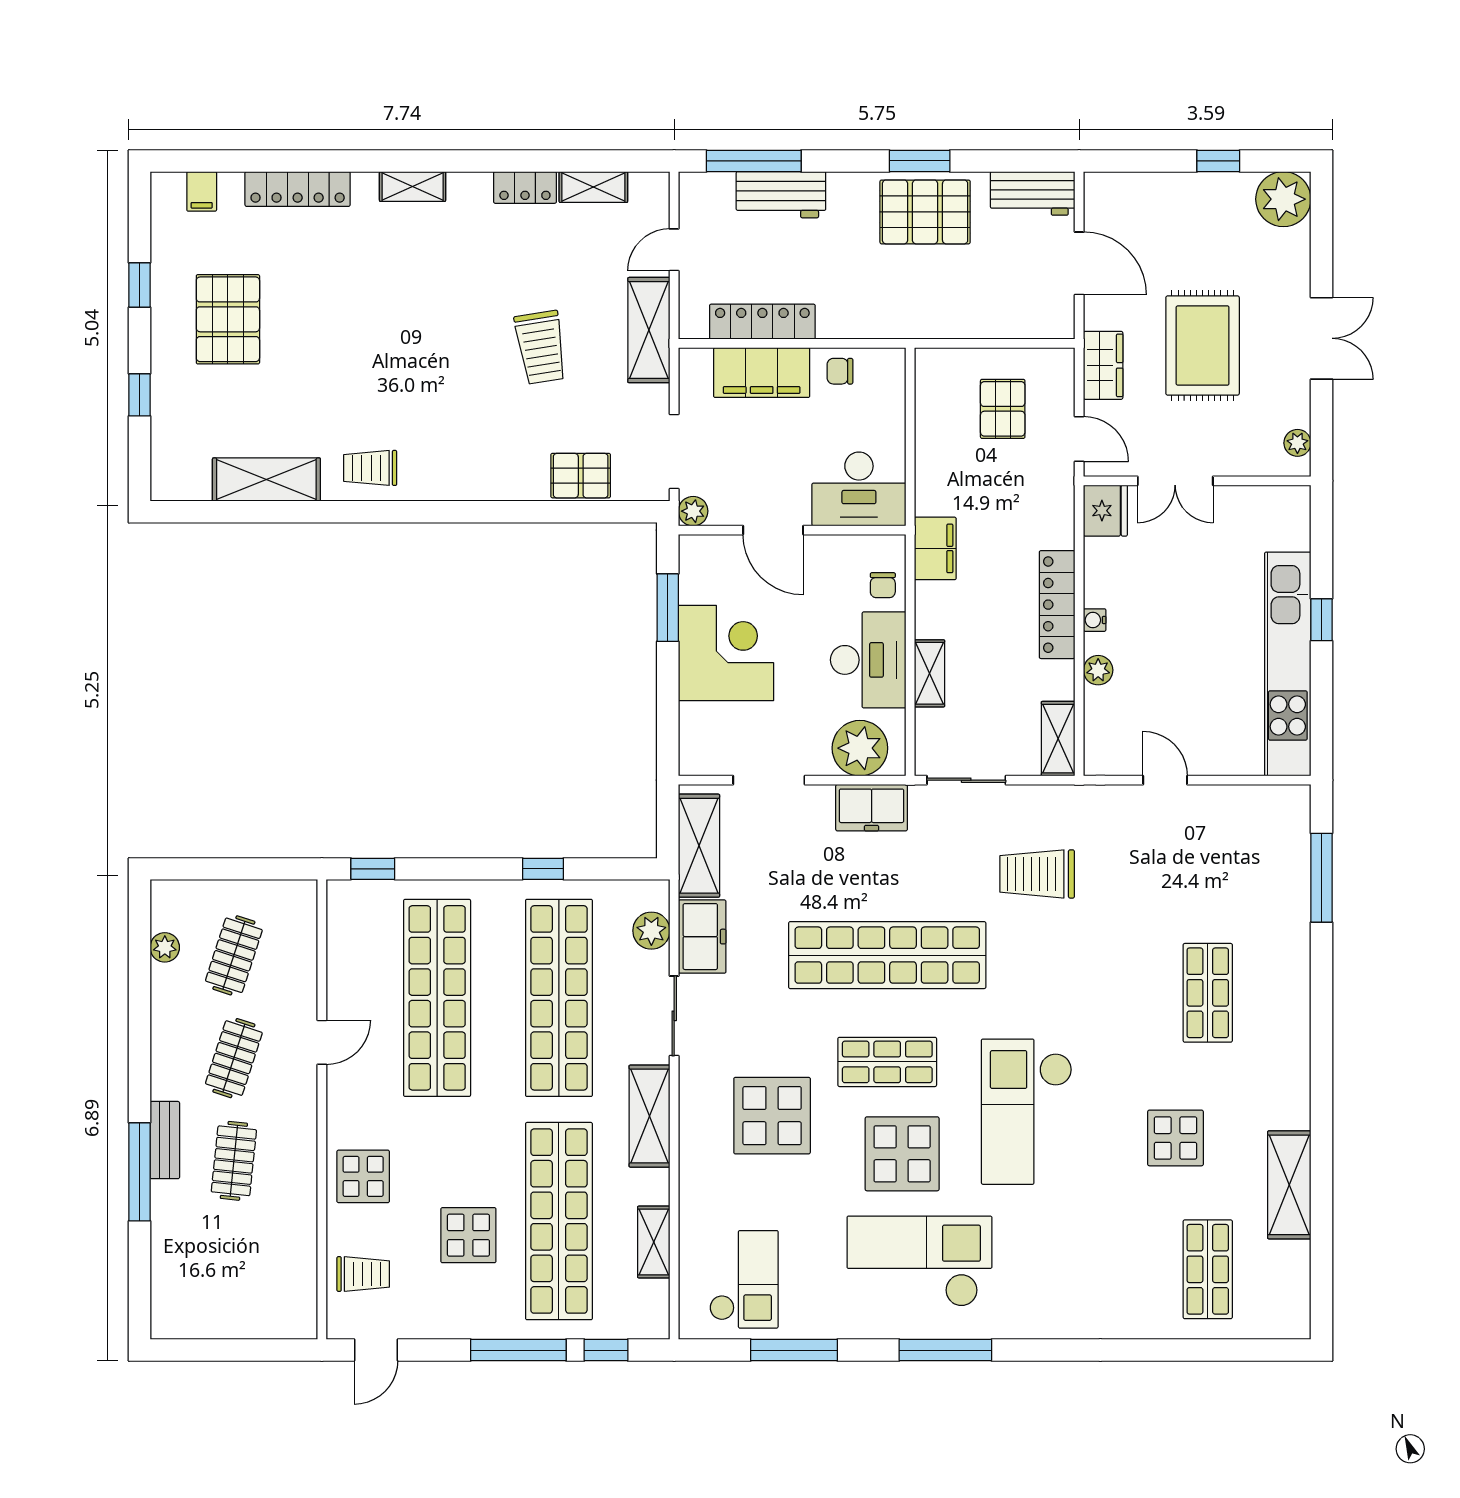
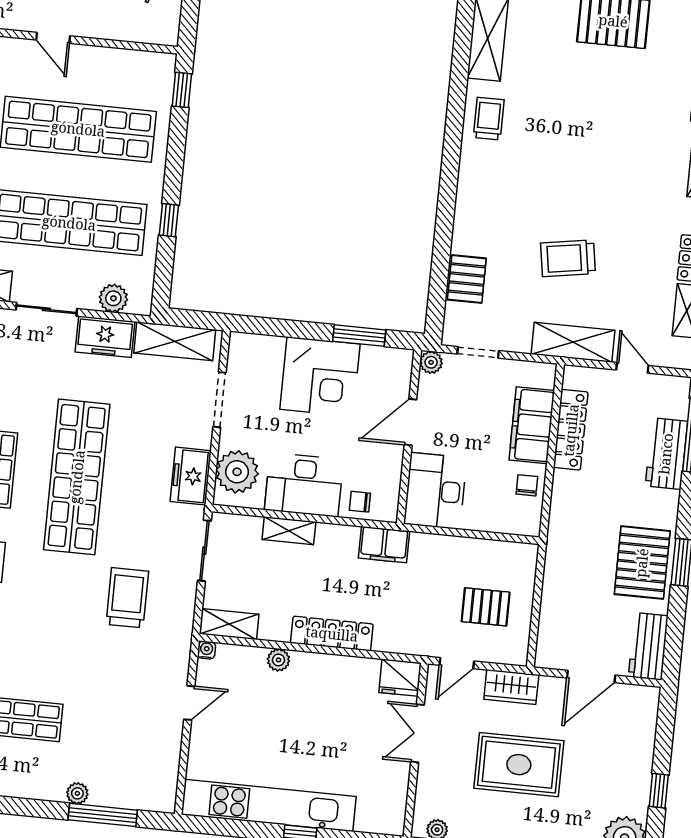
doorway: (674, 452) -> (478, 352), width x0.73
water cooler: (1095, 620) -> (206, 650), moved
plant: (1297, 913) -> (77, 793), added

